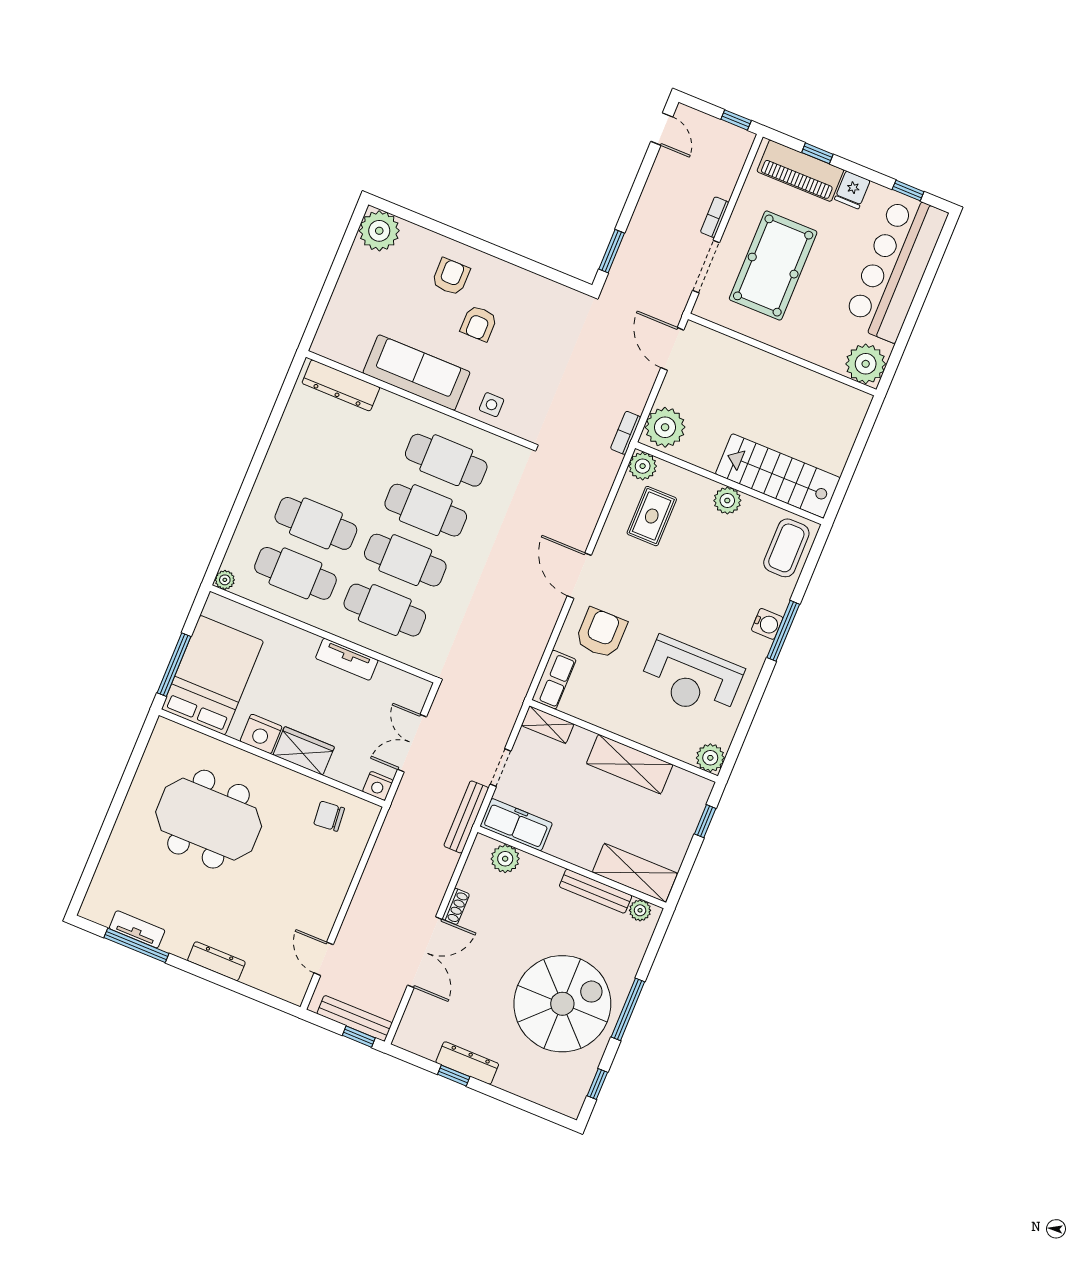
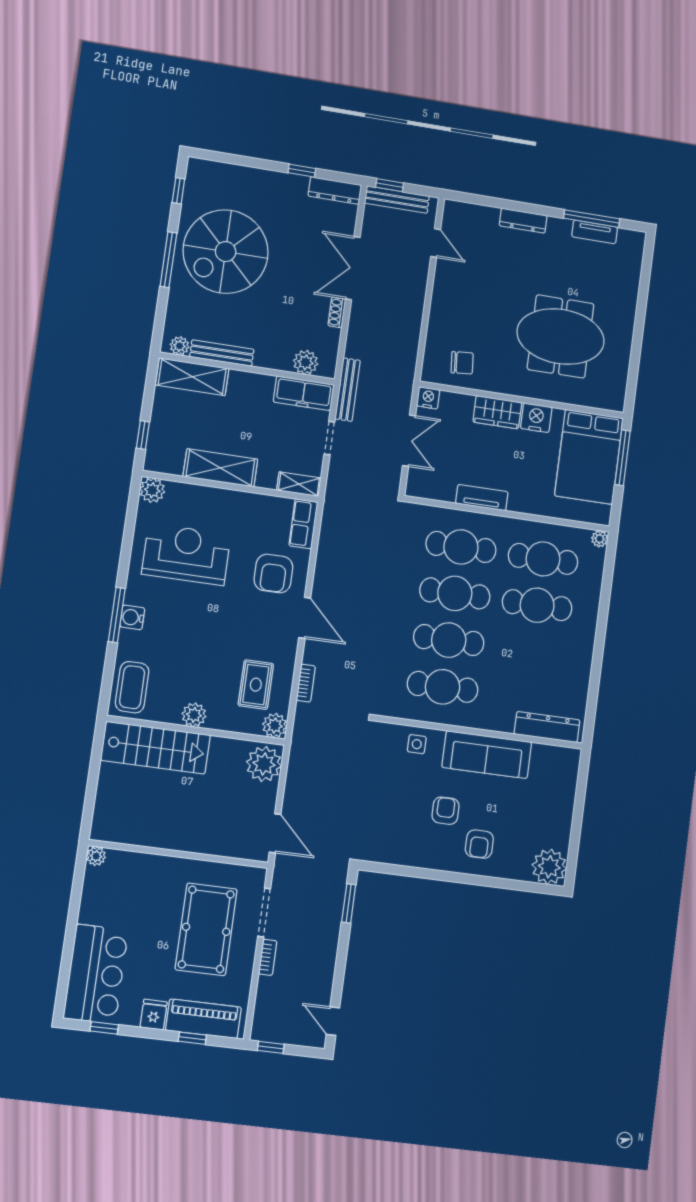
bar counter: (895, 268) -> (96, 974), width x0.73
plant: (866, 364) -> (96, 856), width x0.53, depth x0.53
bookcase: (626, 433) -> (306, 683), moved
dresser: (467, 1063) -> (335, 190), moved

